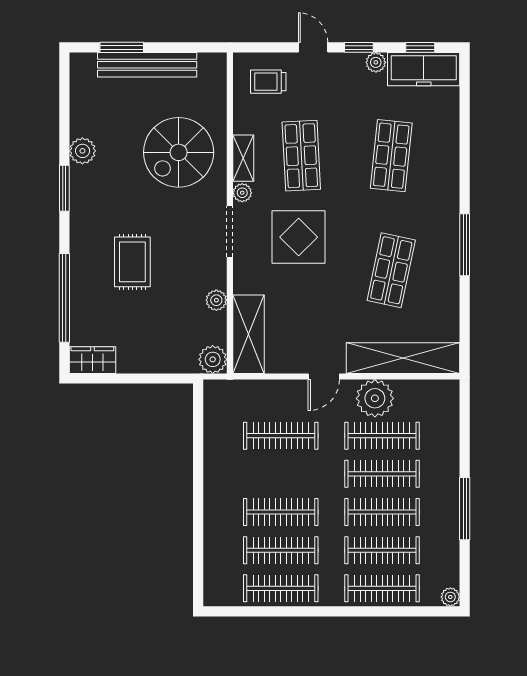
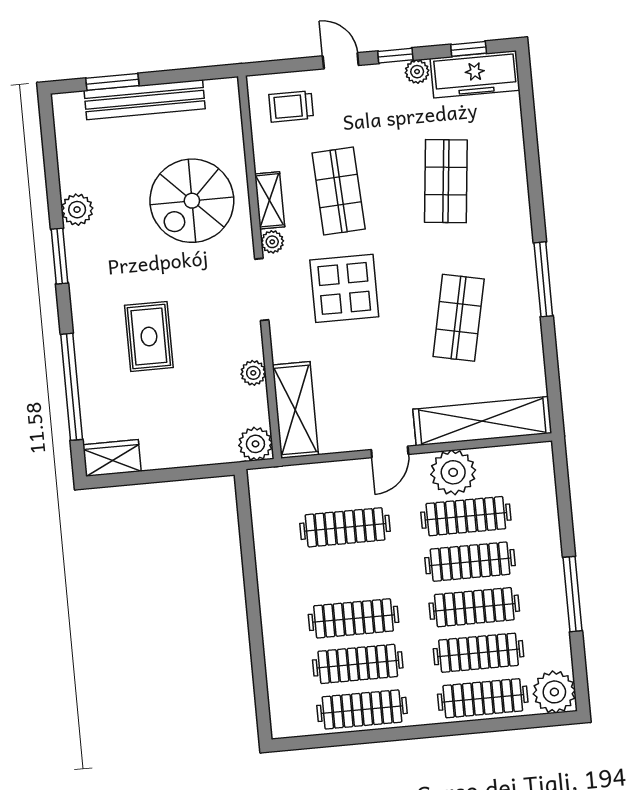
plant: (450, 597) -> (554, 692), width x1.87, depth x1.87

